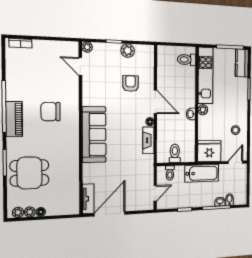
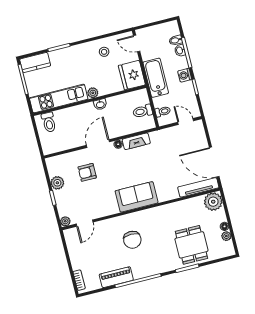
piano: (14, 119) -> (116, 277), moved
sofa: (94, 135) -> (137, 197), width x0.73
tv unit: (88, 199) -> (198, 187), width x1.41
washing machine: (197, 201) -> (185, 75), added
plant: (18, 212) -> (213, 202), moved, width x1.88, depth x1.88

